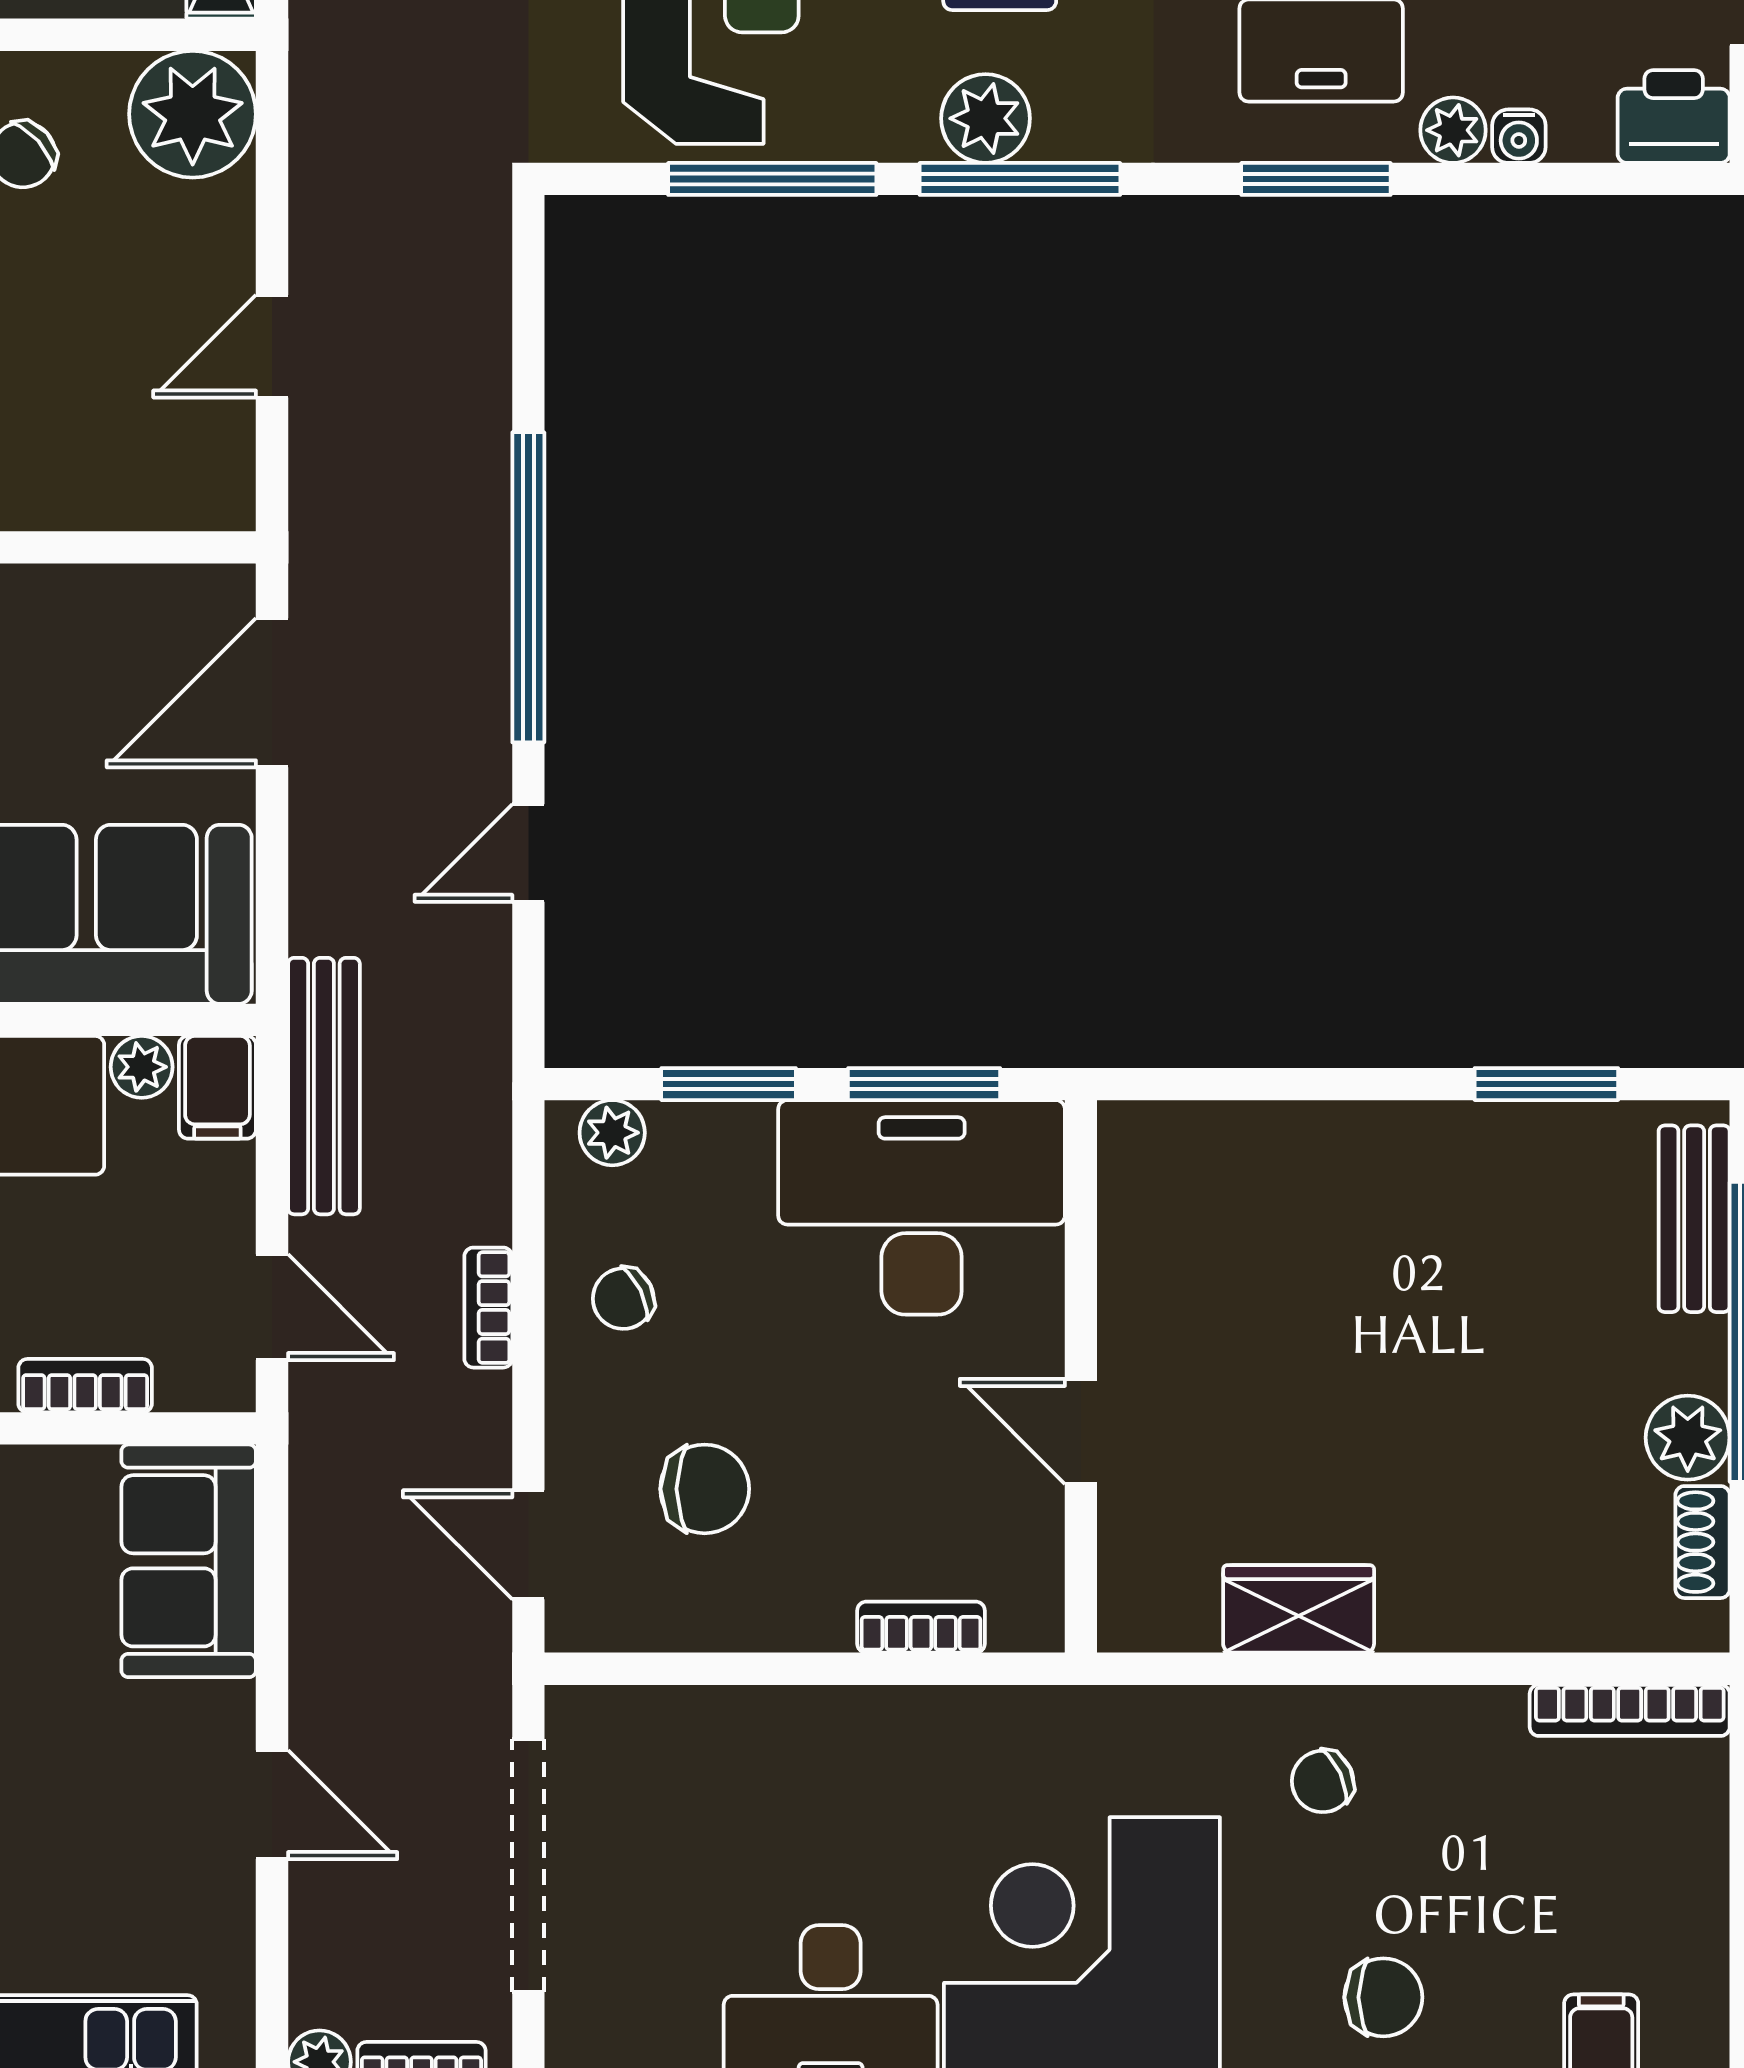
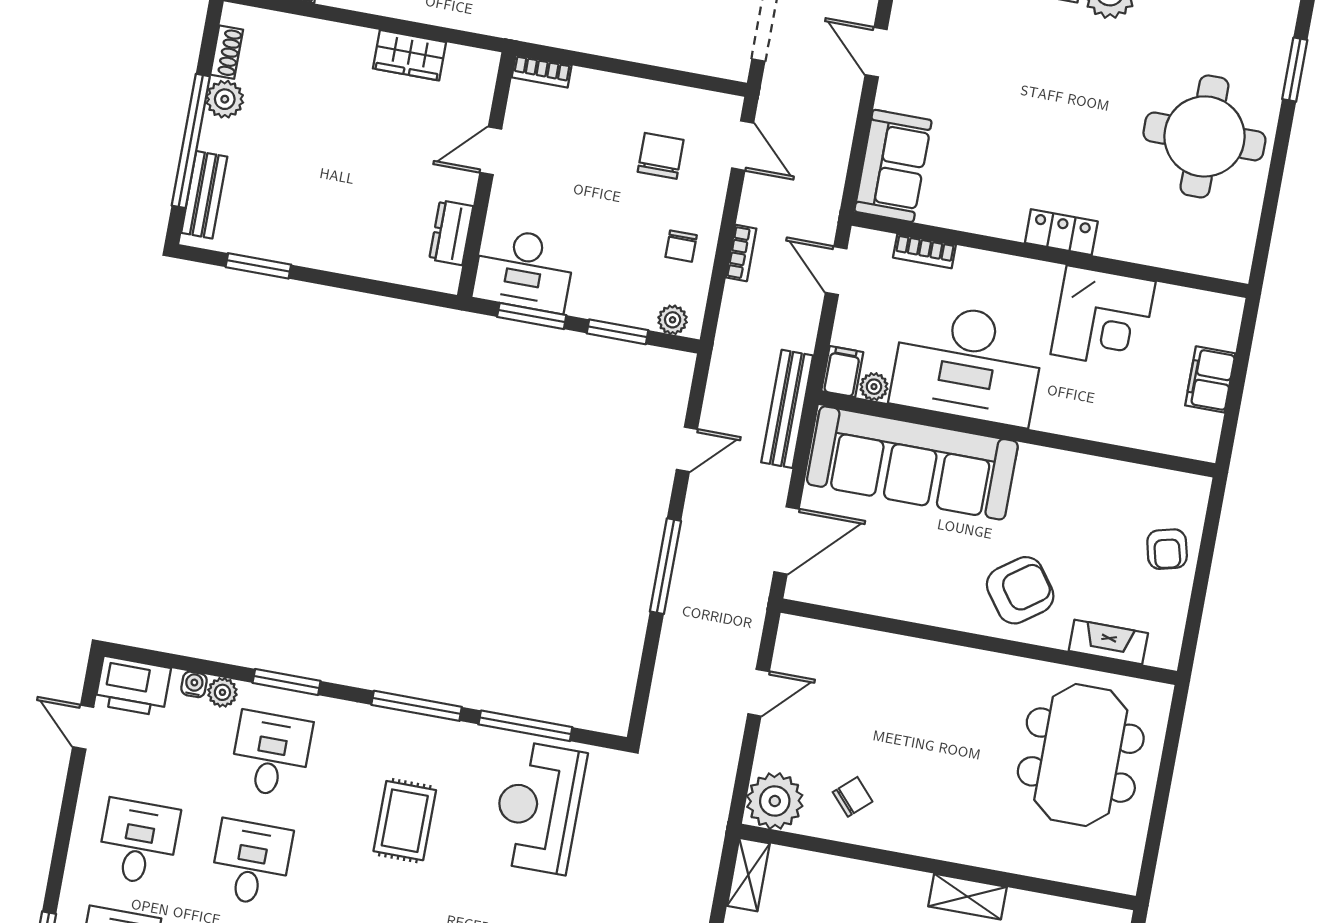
printer: (1674, 117) -> (133, 686), width x1.37, depth x1.19
plant: (986, 118) -> (427, 735), removed
window: (528, 587) -> (665, 566), width x0.68
bench: (324, 1086) -> (787, 409), moved
desk: (922, 1207) -> (524, 270), width x0.73, depth x0.77
dresser: (1135, 1235) -> (451, 233), added
chair: (623, 1299) -> (681, 246), turned 116
door: (1081, 1431) -> (491, 151), swing flipped
chair: (705, 1489) -> (661, 156), turned 90
bookcase: (921, 1627) -> (542, 71), moved

